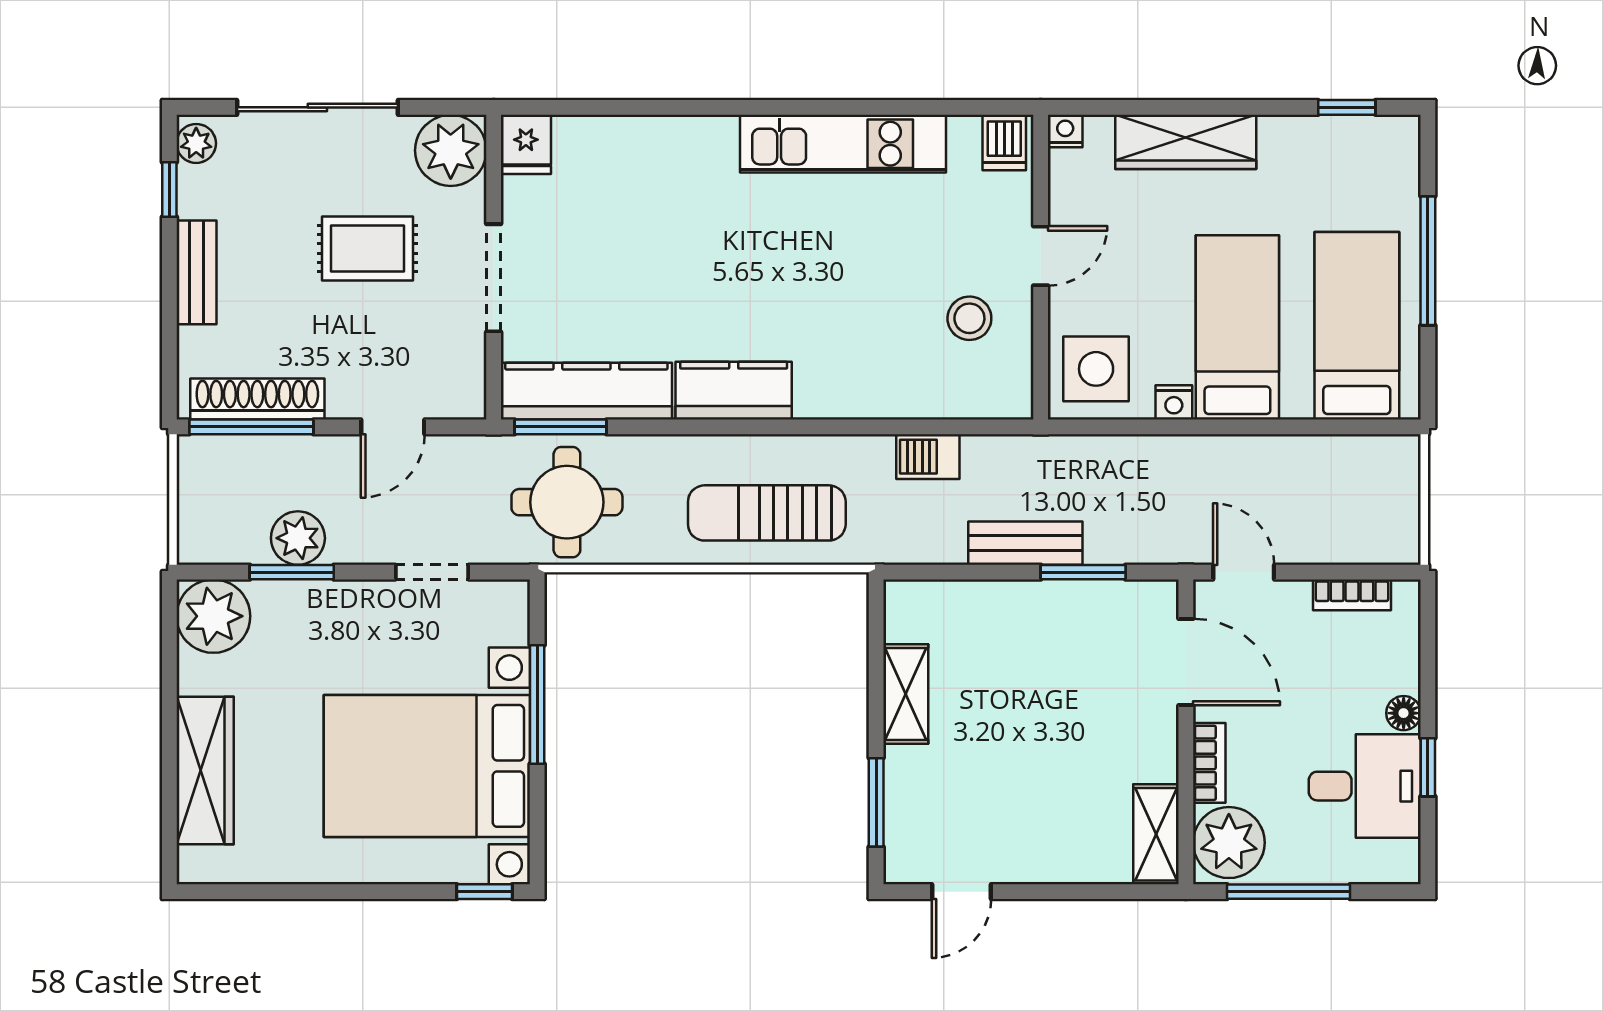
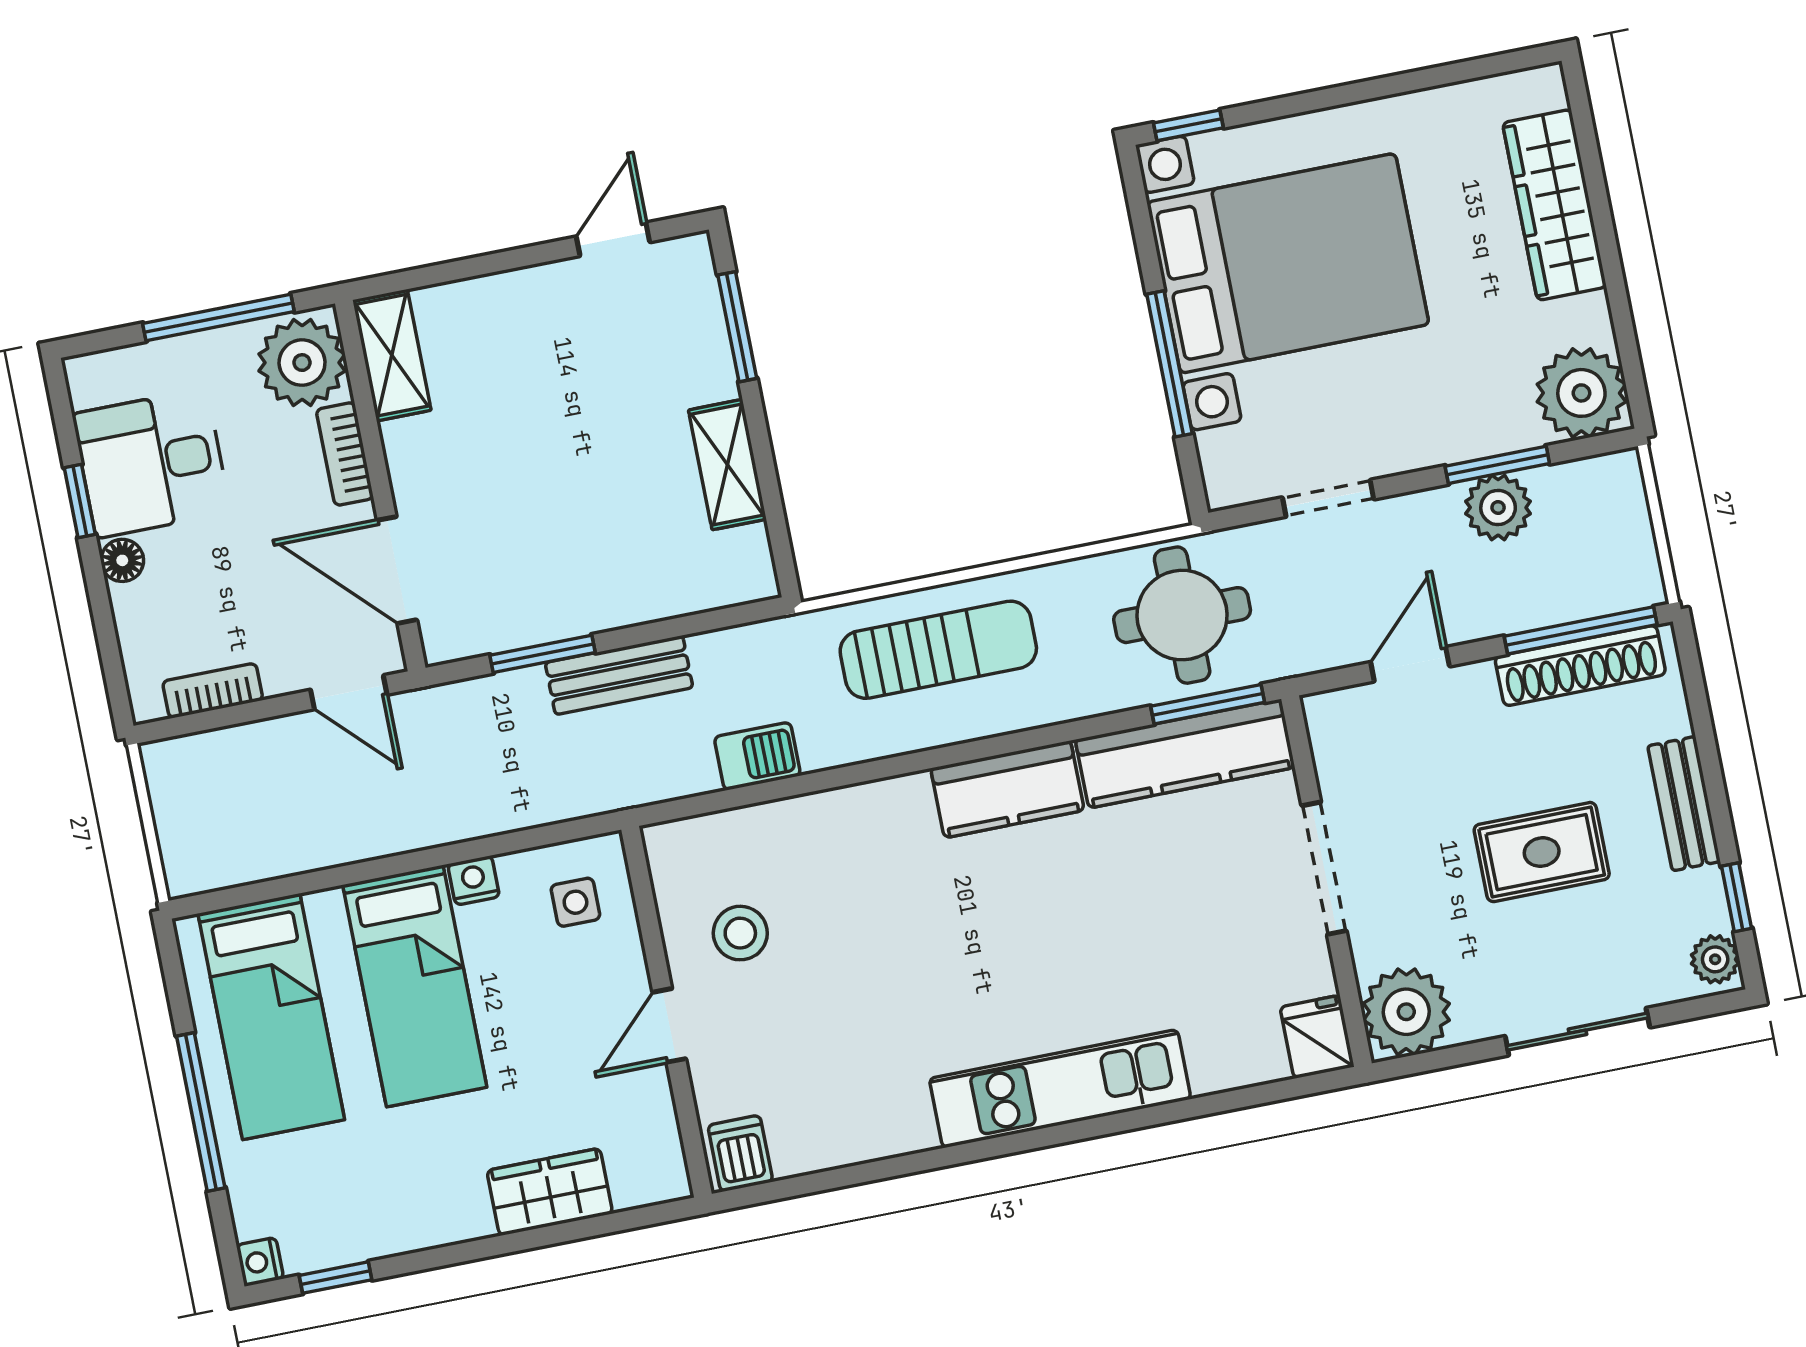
sliding door: (317, 107) -> (1577, 1032), width x0.73
nightstand: (1065, 131) -> (260, 1262), moved, turned 90
wardrobe: (1186, 142) -> (550, 1192), width x0.67
kitchen unit: (843, 144) -> (1060, 1089), moved
rug: (368, 248) -> (1542, 852), moved
side table: (1096, 369) -> (575, 902), width x0.54, depth x0.54

